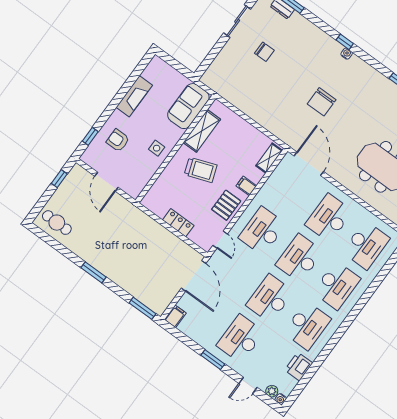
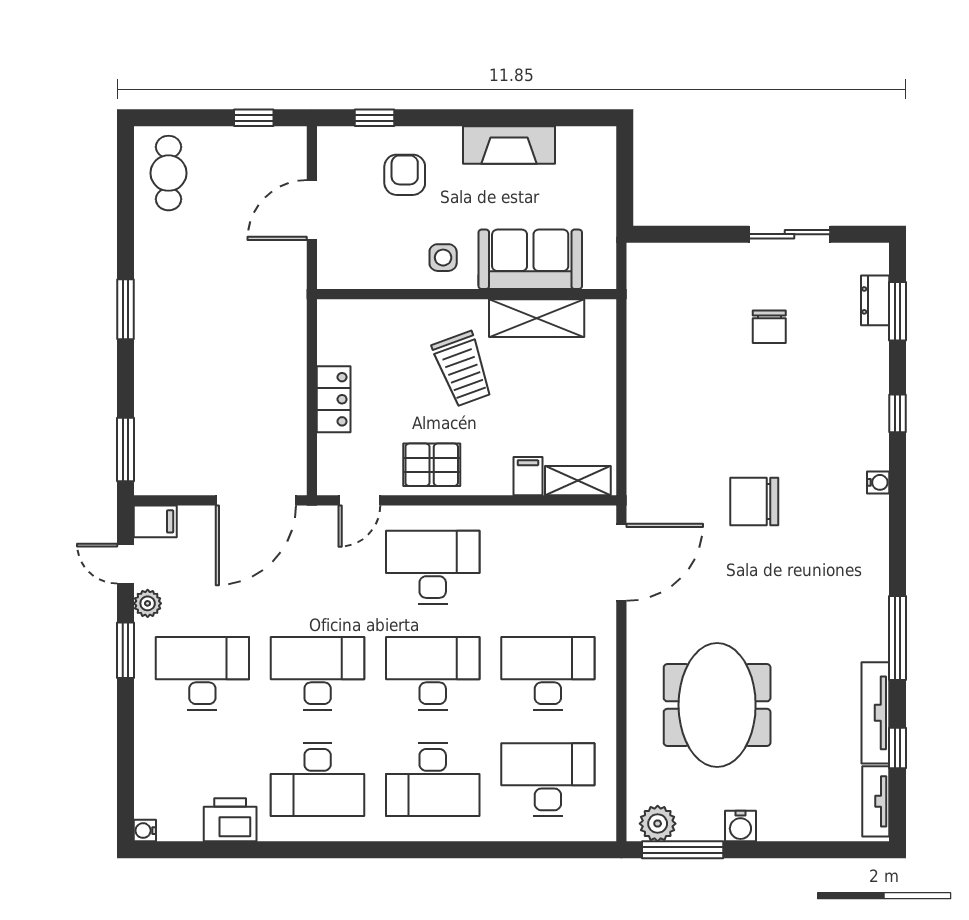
window: (345, 42) -> (898, 413), moved
sofa: (188, 106) -> (530, 259), moved
filing cabinet: (246, 186) -> (528, 476), moved
desk: (366, 245) -> (548, 780), turned 180
door: (248, 385) -> (126, 564), moved
plant: (272, 391) -> (148, 603), moved

